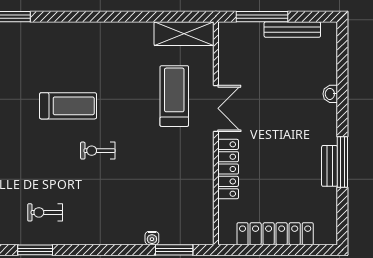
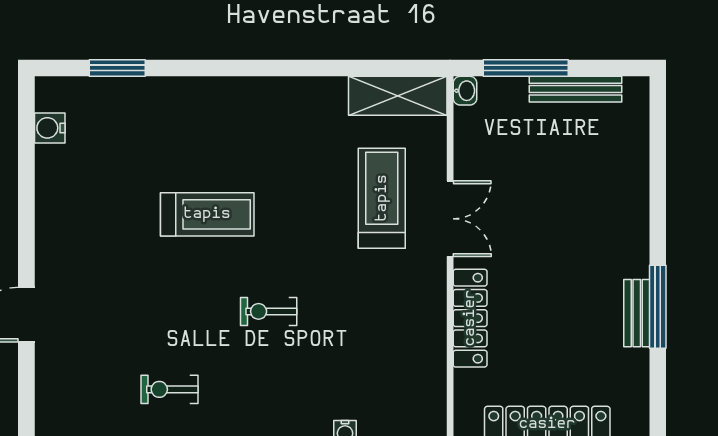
washbasin: (330, 94) -> (465, 91), moved, turned 180
exercise bike: (98, 151) -> (269, 311), moved

